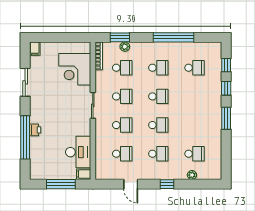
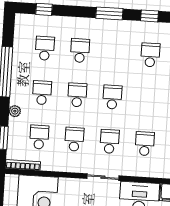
plant: (125, 47) -> (15, 111), moved
window: (226, 88) -> (149, 16), moved
sliding door: (93, 105) -> (103, 177), moved
school desk: (158, 154) -> (80, 50), moved

